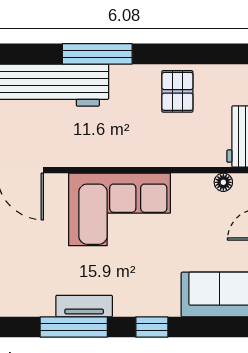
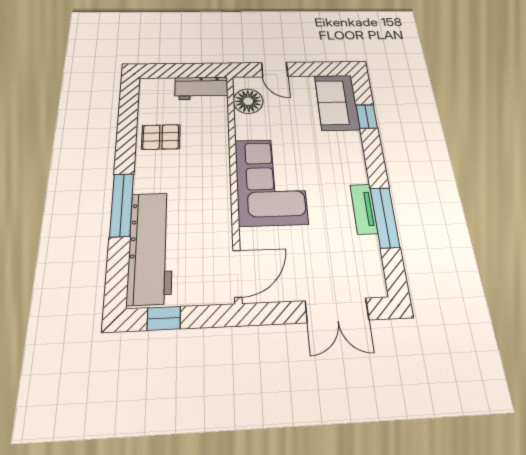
floor lamp: (223, 182) -> (248, 101), width x1.89, depth x1.89
window: (152, 327) -> (367, 116), moved

